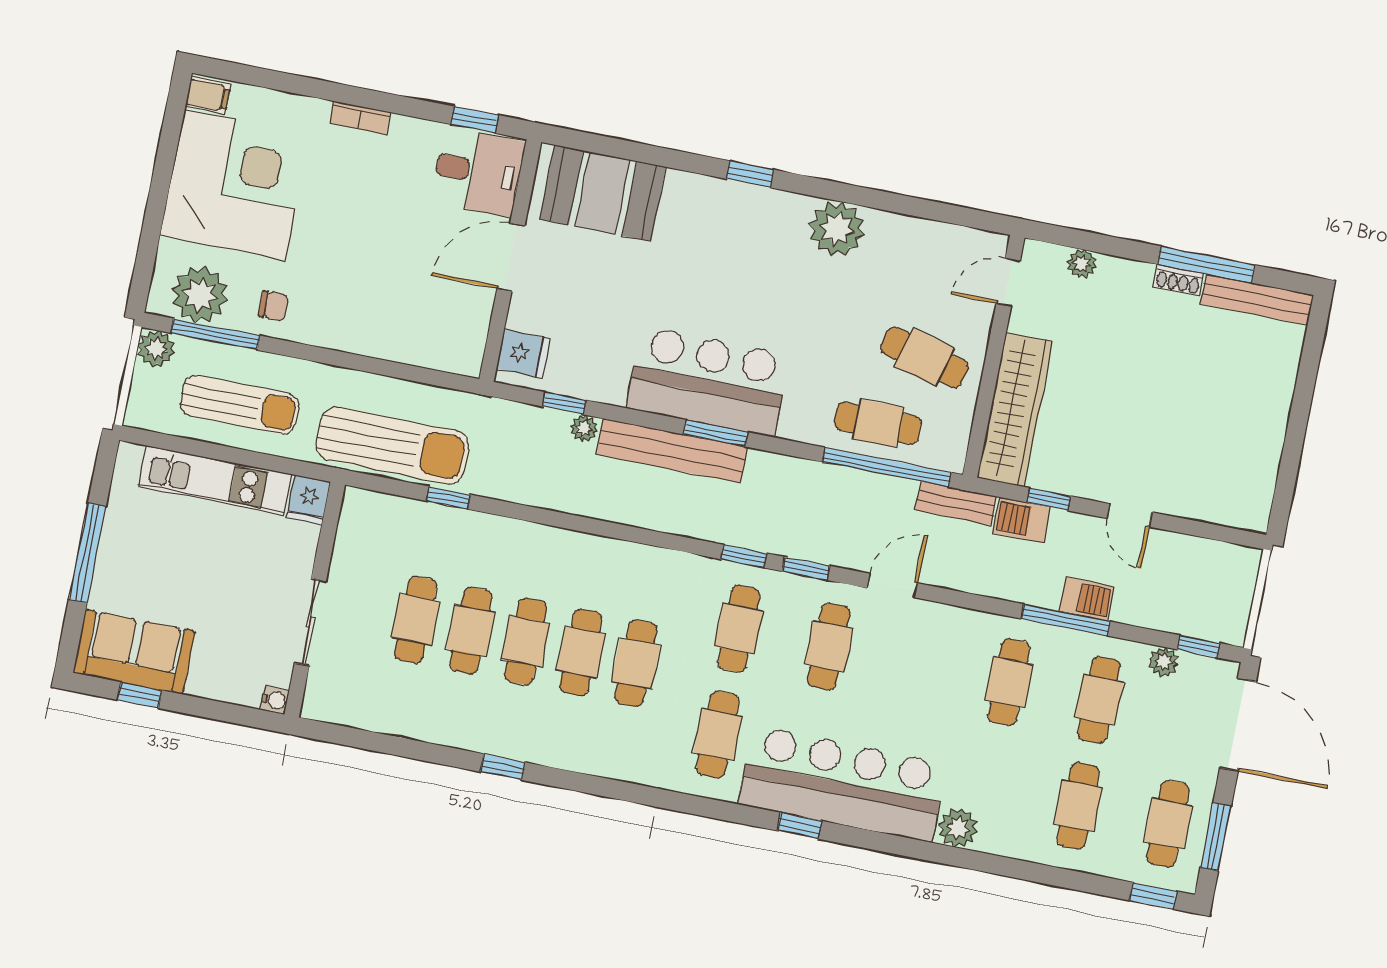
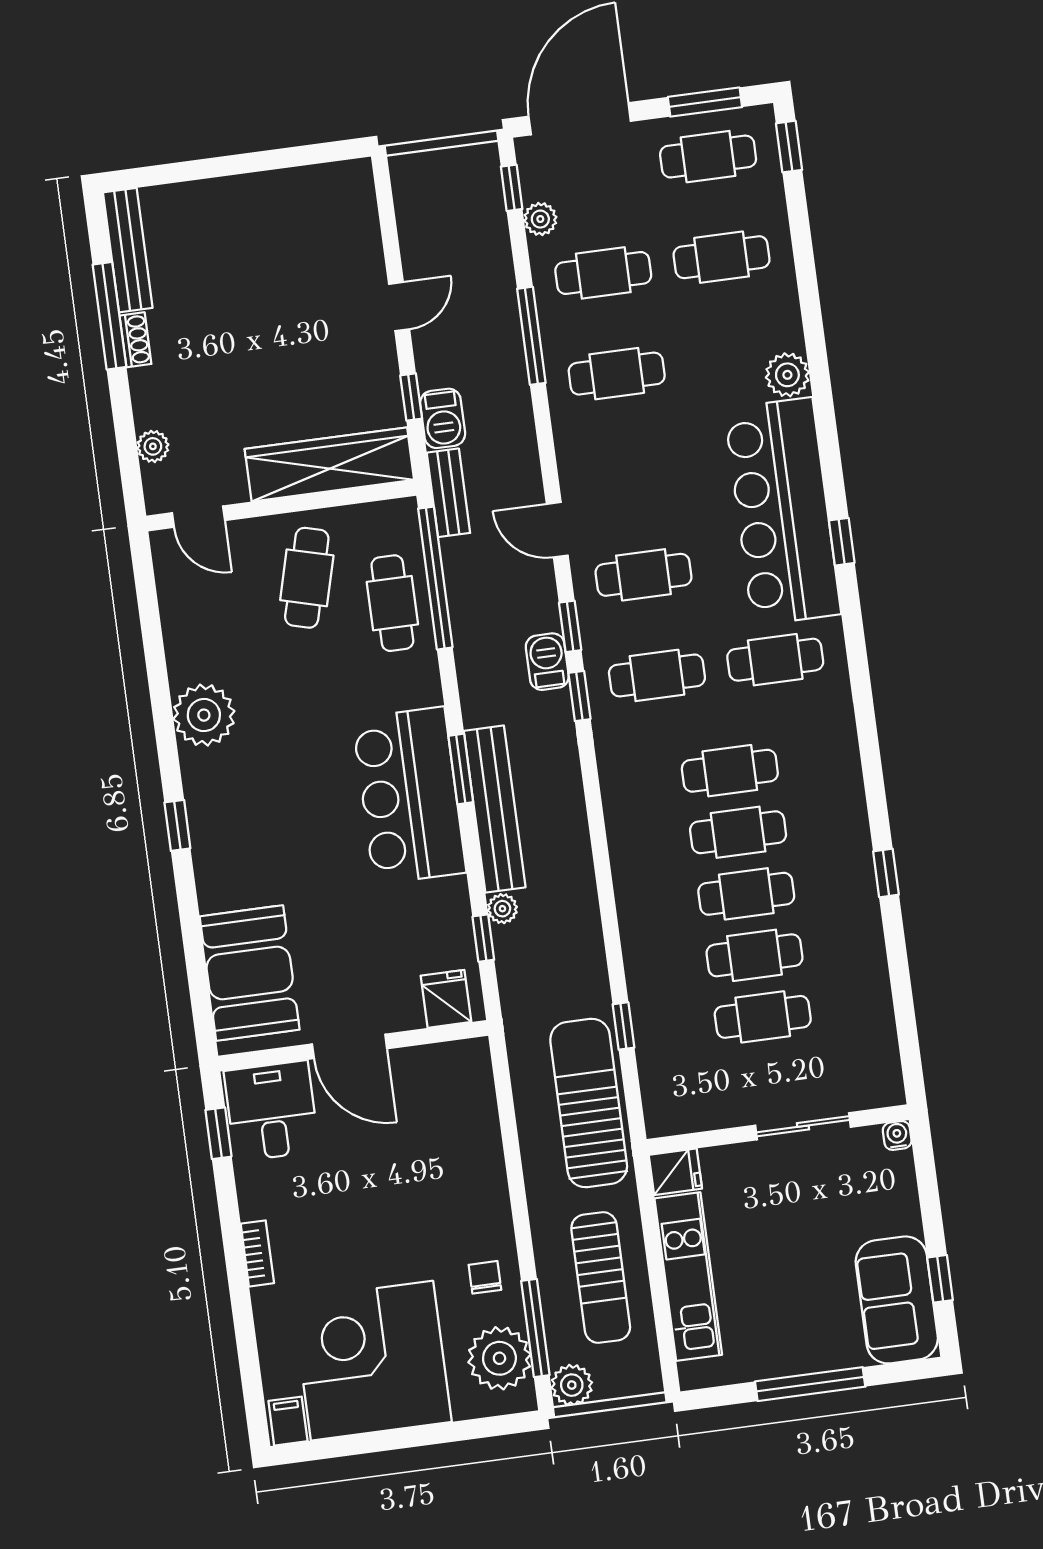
sun lounger: (240, 405) -> (601, 1278), turned 180
barbecue: (1087, 599) -> (547, 662), moved

